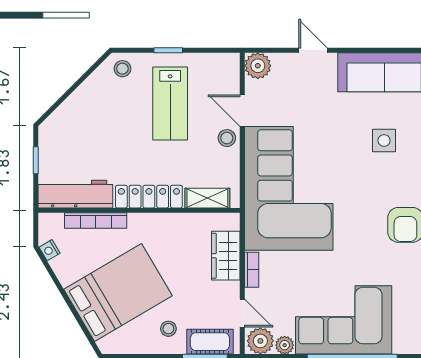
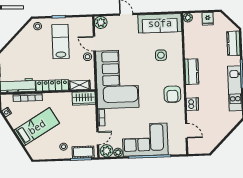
lab bench: (170, 103) -> (60, 42), turned 180
wardrobe: (226, 256) -> (84, 98), moved, turned -90
bed: (118, 293) -> (37, 127), width x0.67
door: (242, 313) -> (98, 138), hinge flipped

